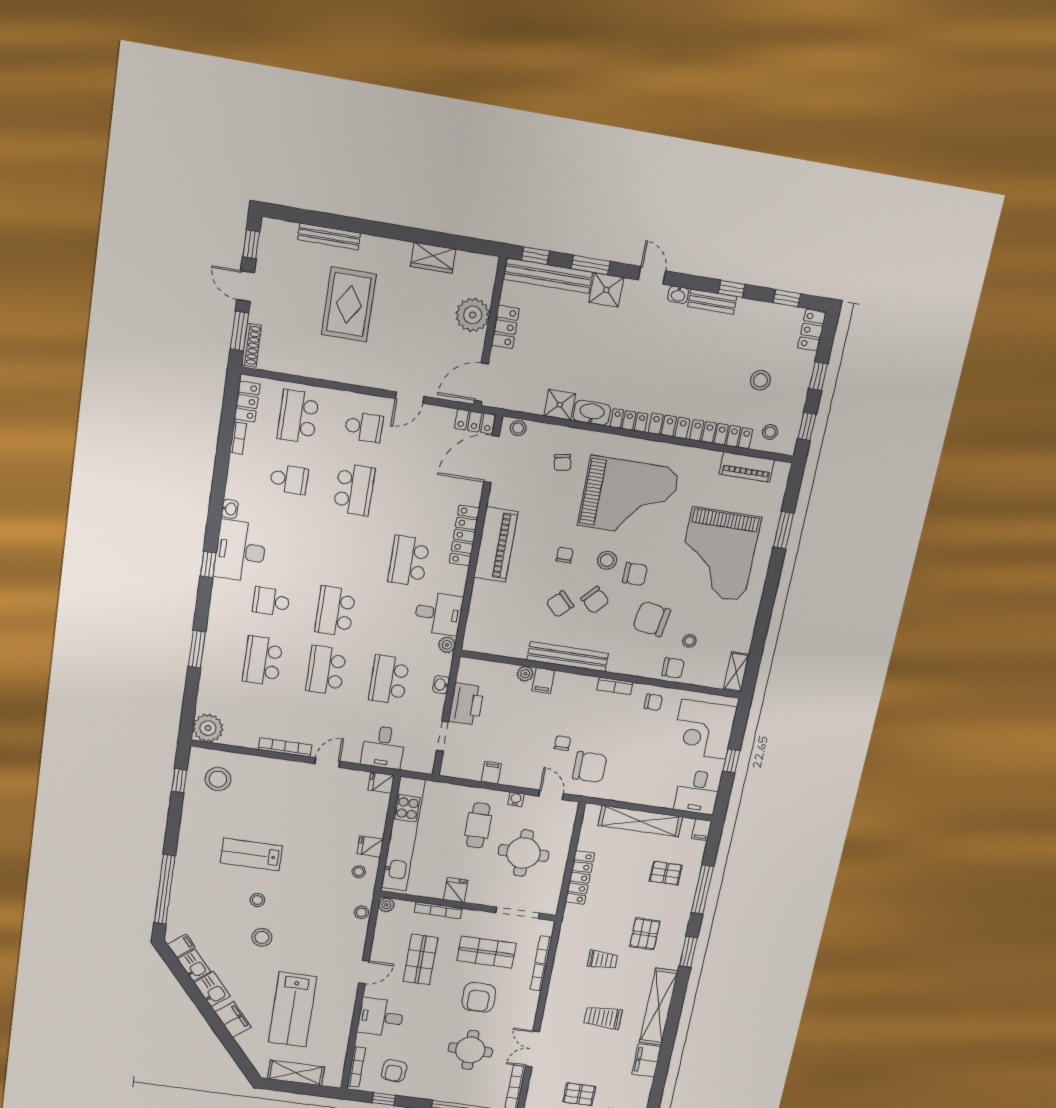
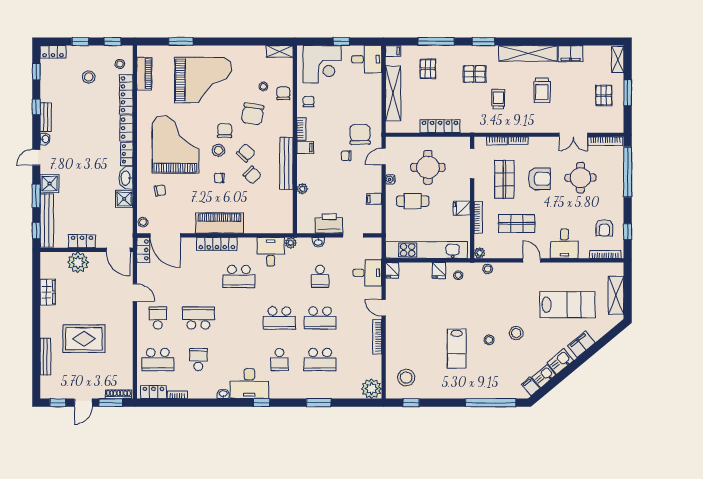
school desk: (389, 680) -> (320, 276), width x0.54
filing cabinet: (543, 681) -> (305, 147), moved
armchair: (394, 1071) -> (604, 228), turned 85

